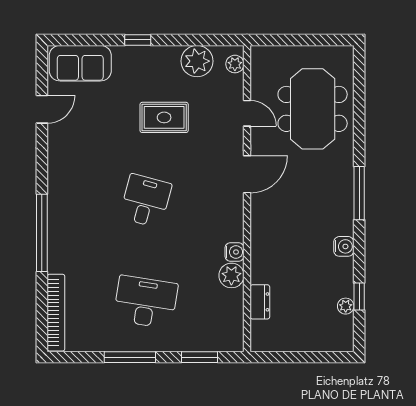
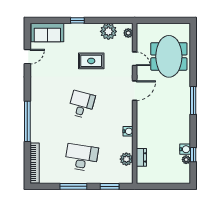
water cooler: (344, 246) -> (185, 149), moved
plant: (231, 275) -> (126, 159), moved

